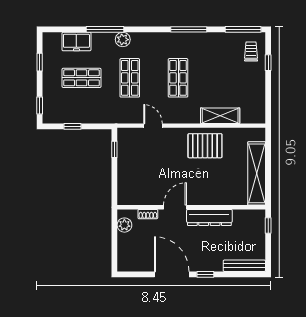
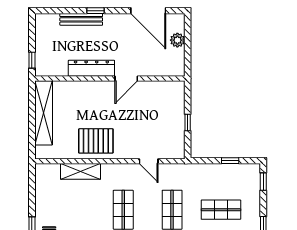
window: (114, 149) -> (188, 123), moved
shoe rack: (148, 214) -> (154, 72), removed
plant: (124, 225) -> (177, 40), moved
bench: (244, 266) -> (81, 19), moved
door: (172, 274) -> (148, 11), moved

